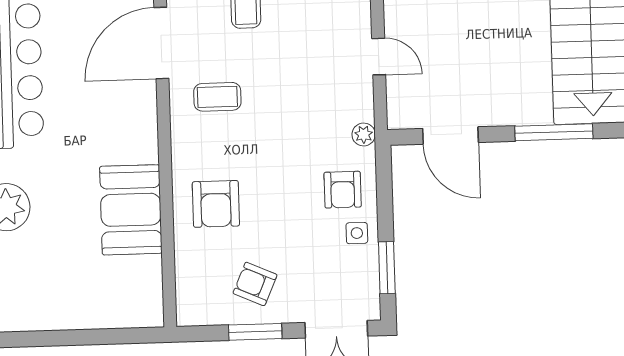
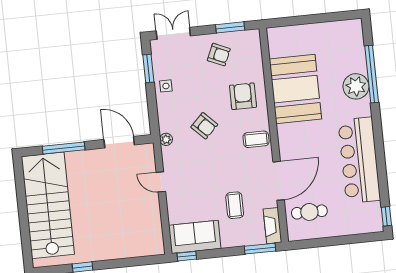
coffee table: (217, 97) -> (256, 139), moved
armchair: (343, 190) -> (204, 126), moved, turned 135
booth: (131, 210) -> (295, 89), width x1.36, depth x1.42
window: (255, 332) -> (230, 27), moved

